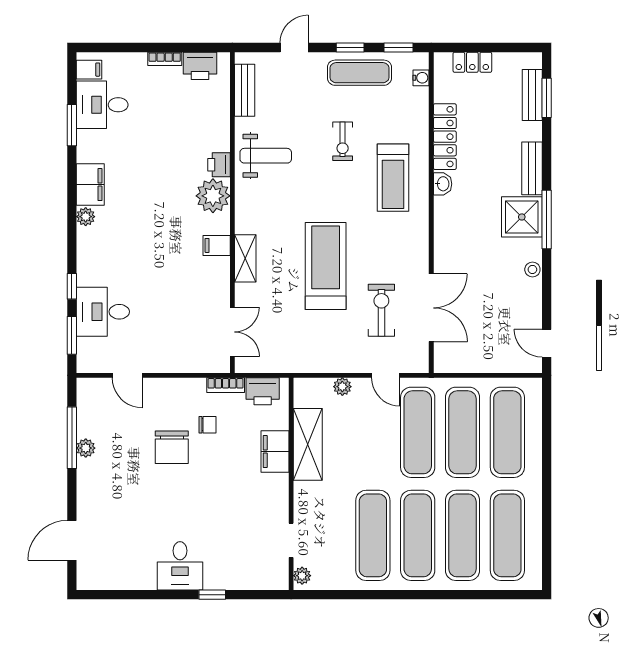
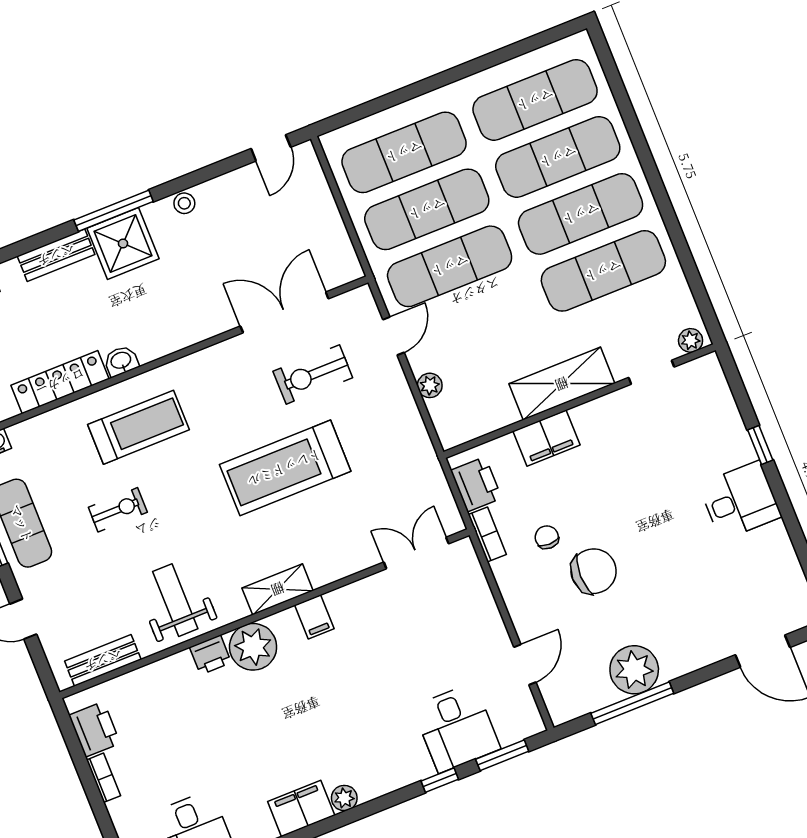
shelving: (245, 258) -> (278, 589), moved
shelving: (308, 444) -> (562, 384), moved
plant: (86, 448) -> (634, 670), width x1.88, depth x1.88

